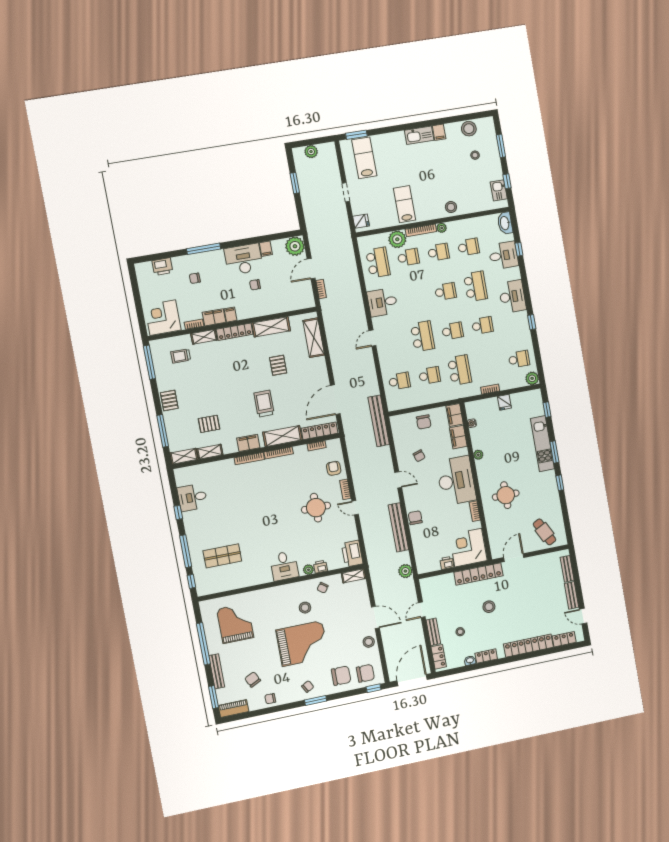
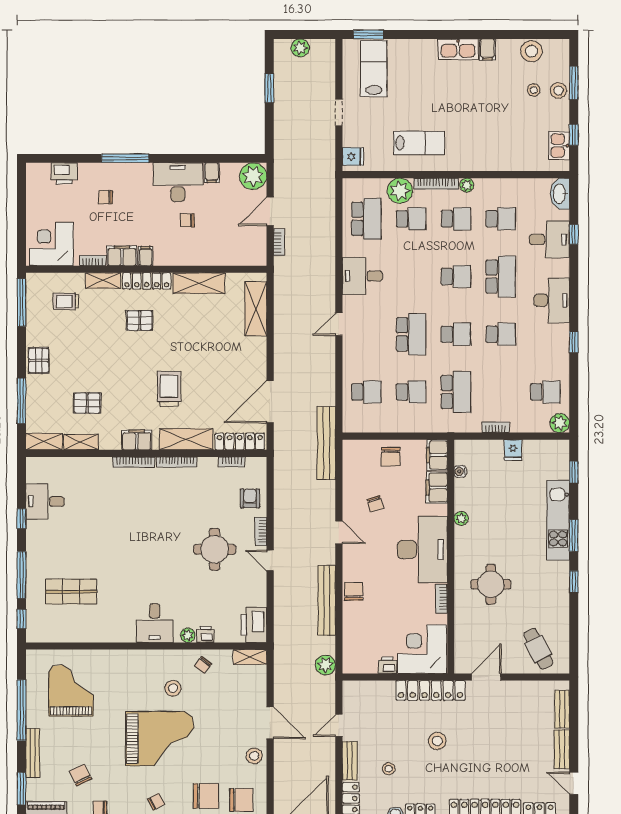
lab bench: (404, 204) -> (419, 143), turned 90
stool: (451, 207) -> (559, 90), moved
pallet: (278, 365) -> (140, 320), moved, turned 90

